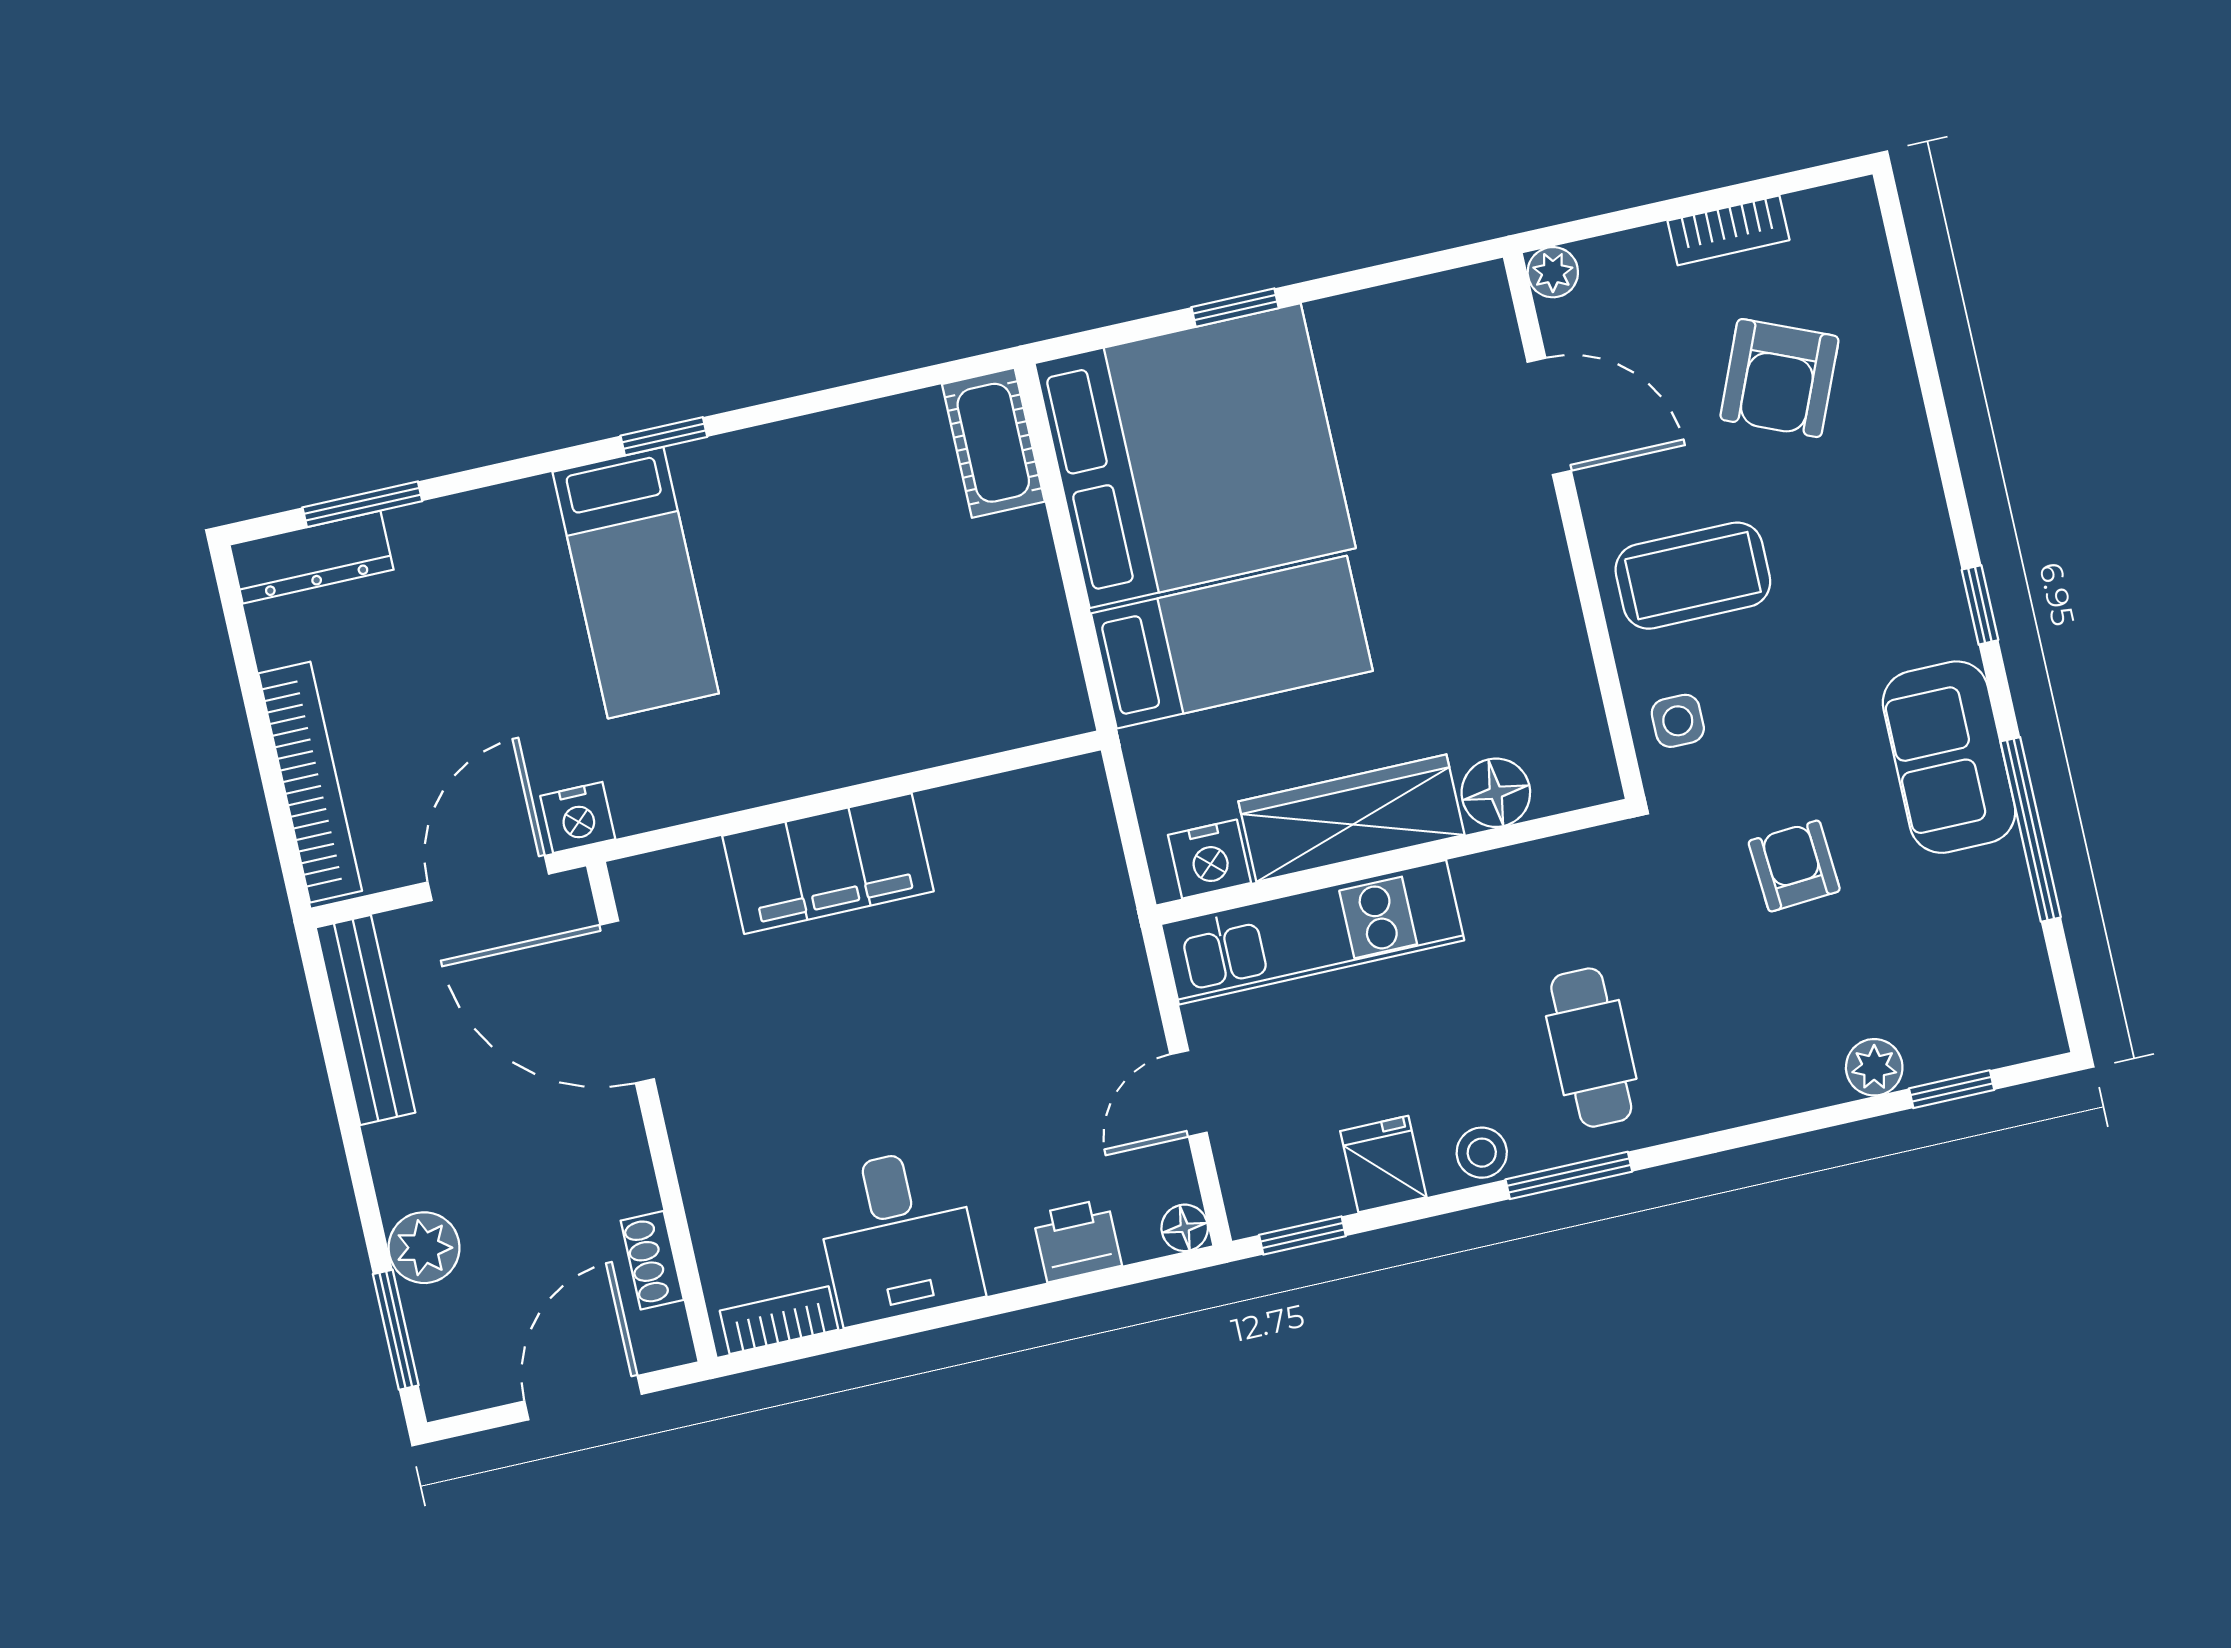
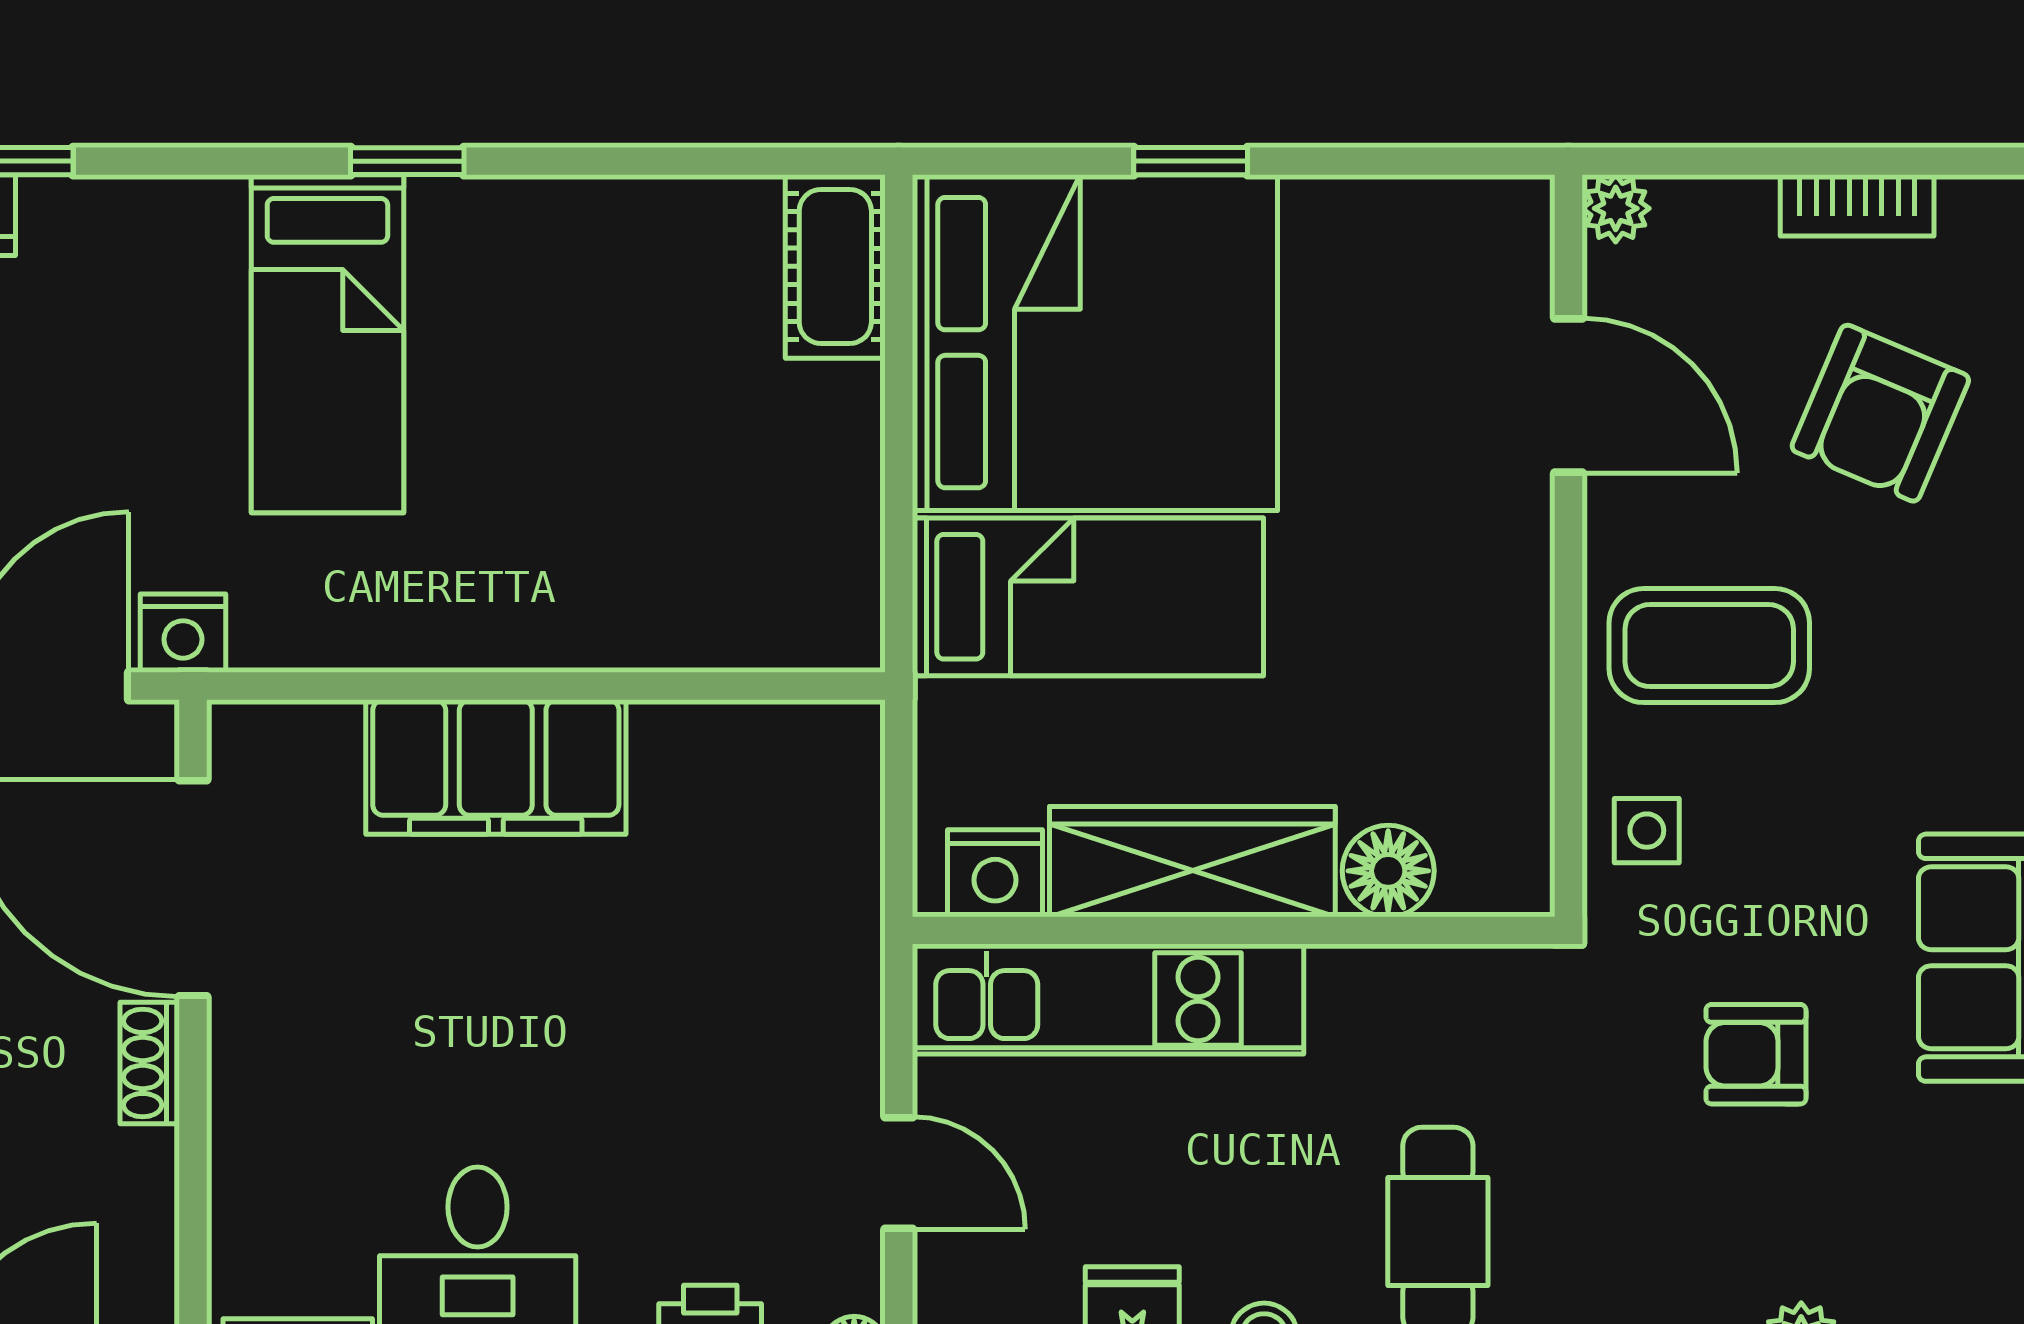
armchair: (1794, 866) -> (1756, 1054), turned -86
door: (1189, 1093) -> (899, 1173), swing flipped
shoe rack: (652, 1260) -> (150, 1063), moved

